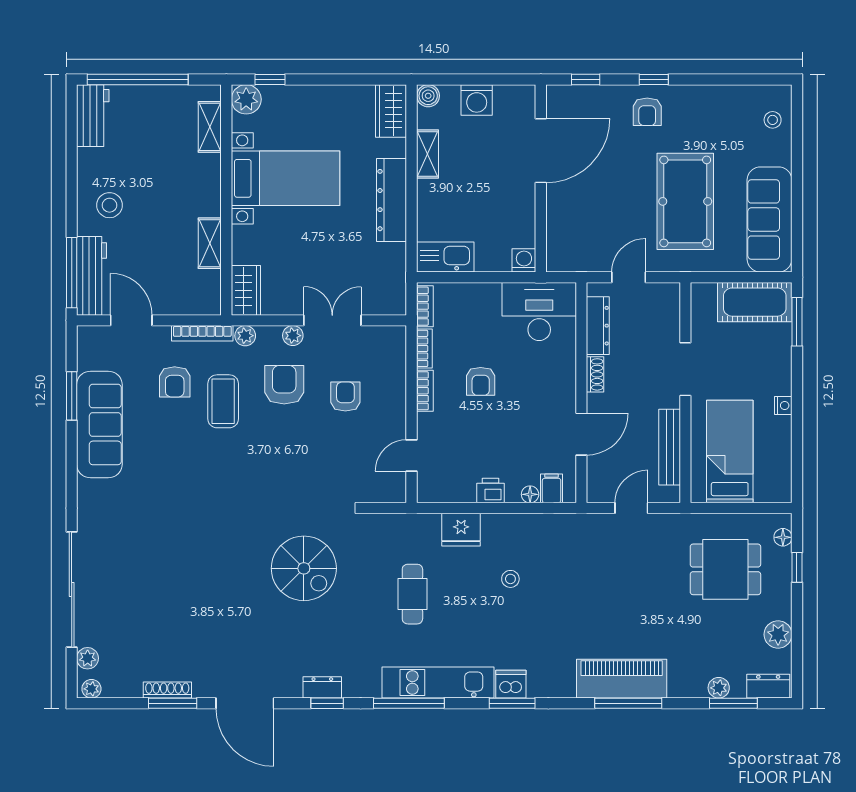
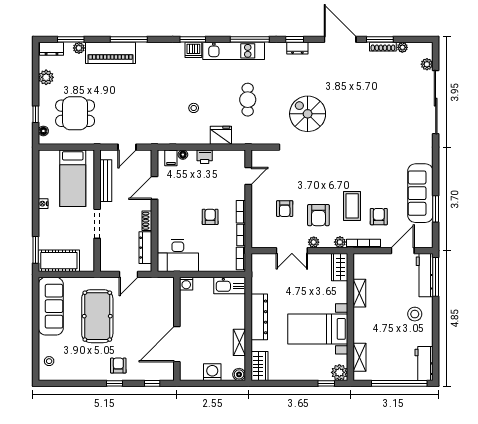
door: (131, 320) -> (403, 251), swing flipped
piano: (622, 679) -> (111, 53), moved
plant: (91, 689) -> (402, 47), moved

